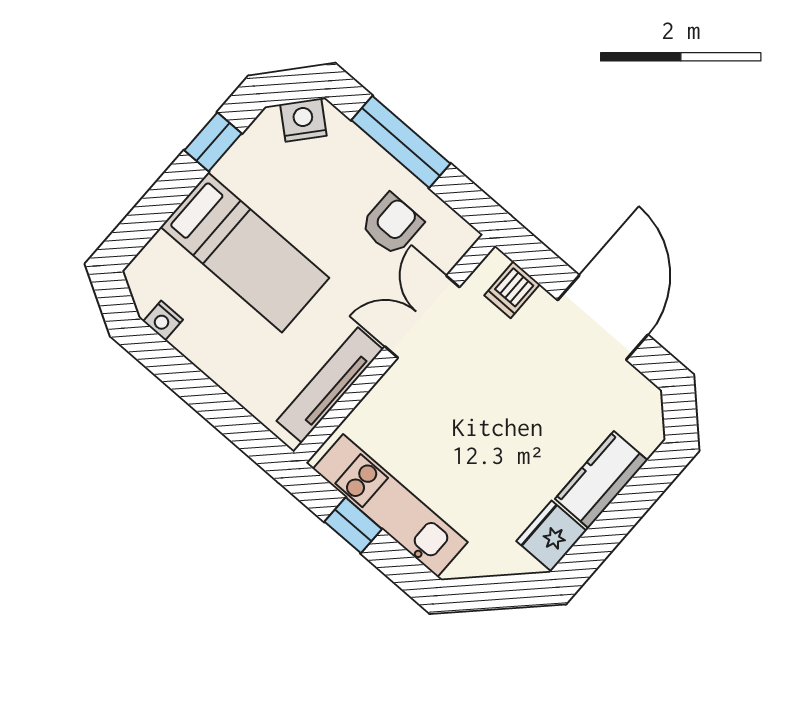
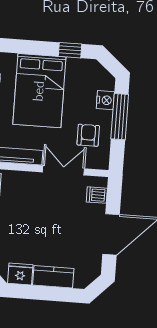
nightstand: (303, 120) -> (105, 100), moved, turned 49
armchair: (392, 224) -> (88, 135), turned -90
bed: (245, 252) -> (39, 91), width x1.50

